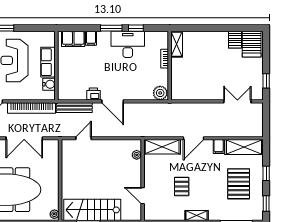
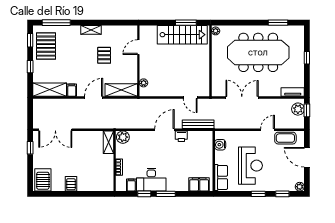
filing cabinet: (91, 38) -> (131, 185), moved
server rack: (235, 40) -> (71, 184), moved
shelving: (177, 44) -> (108, 142), moved
row of seats: (48, 62) -> (221, 177), moved
door: (113, 101) -> (165, 130), hinge flipped
double door: (237, 101) -> (55, 130), width x1.37
bookcase: (31, 108) -> (236, 124), removed
door: (83, 138) -> (190, 97), hinge flipped
pallet: (239, 184) -> (46, 46), moved
door: (143, 196) -> (138, 47), swing flipped

